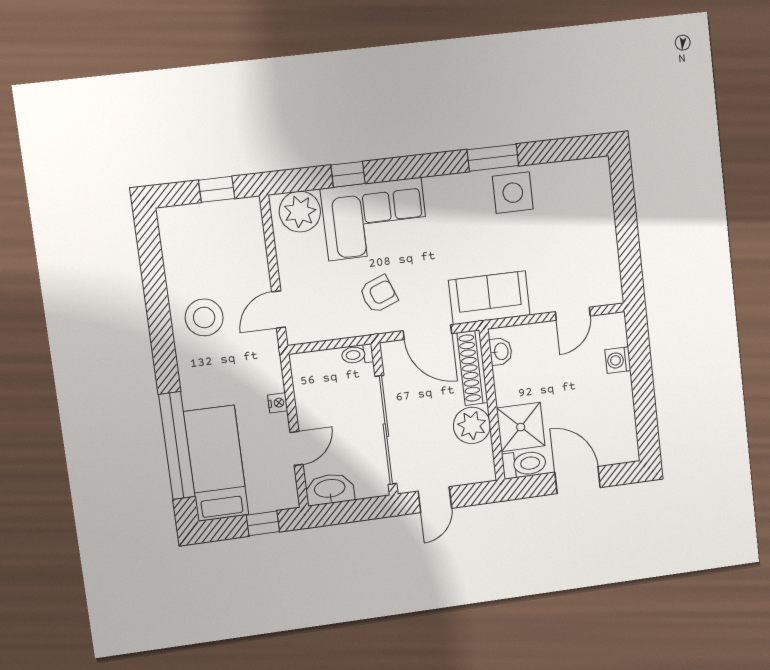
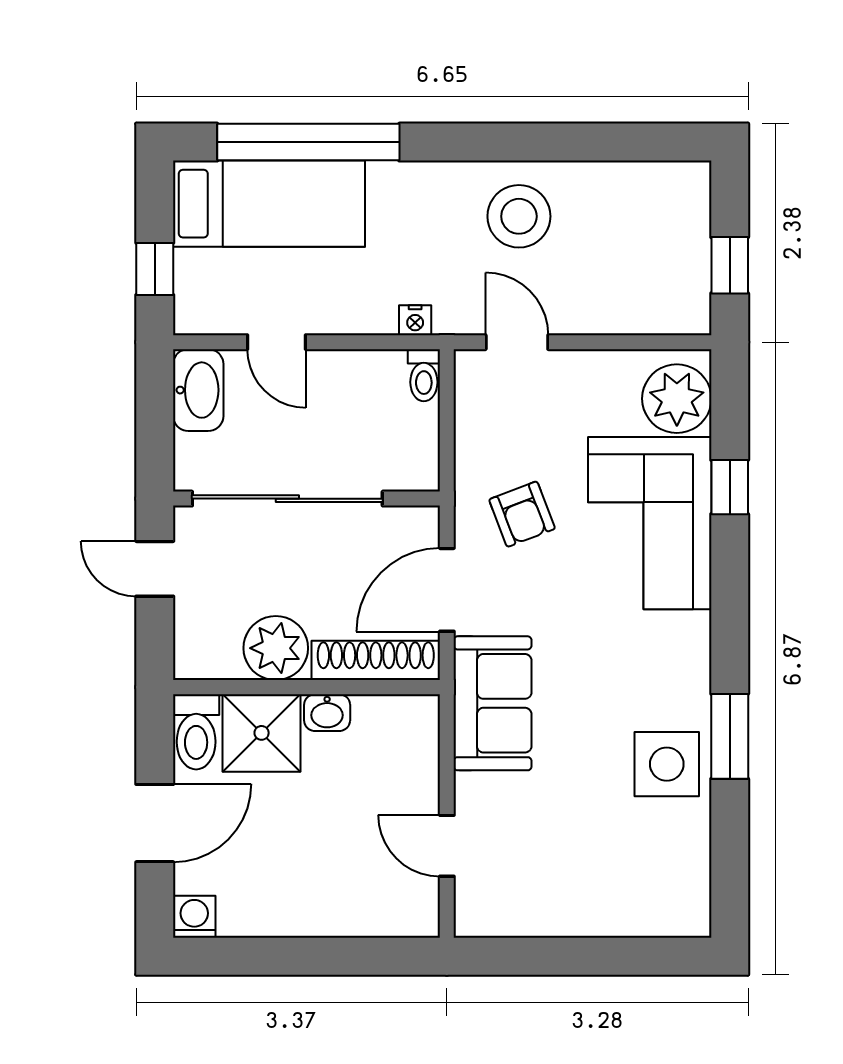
washbasin: (501, 351) -> (327, 713), moved
toilet: (357, 354) -> (424, 375), moved, turned 180
washing machine: (618, 360) -> (194, 917), moved
nightstand: (278, 403) -> (415, 320), moved

